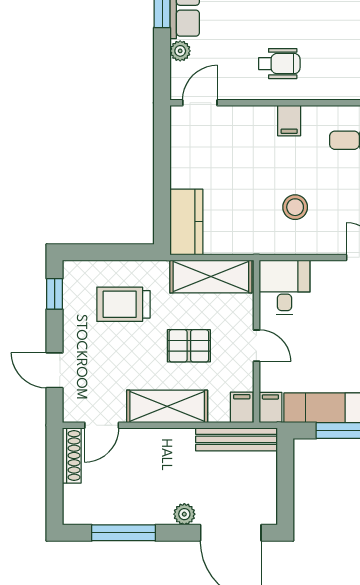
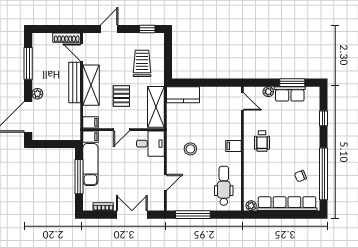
bench: (237, 439) -> (75, 82), moved

